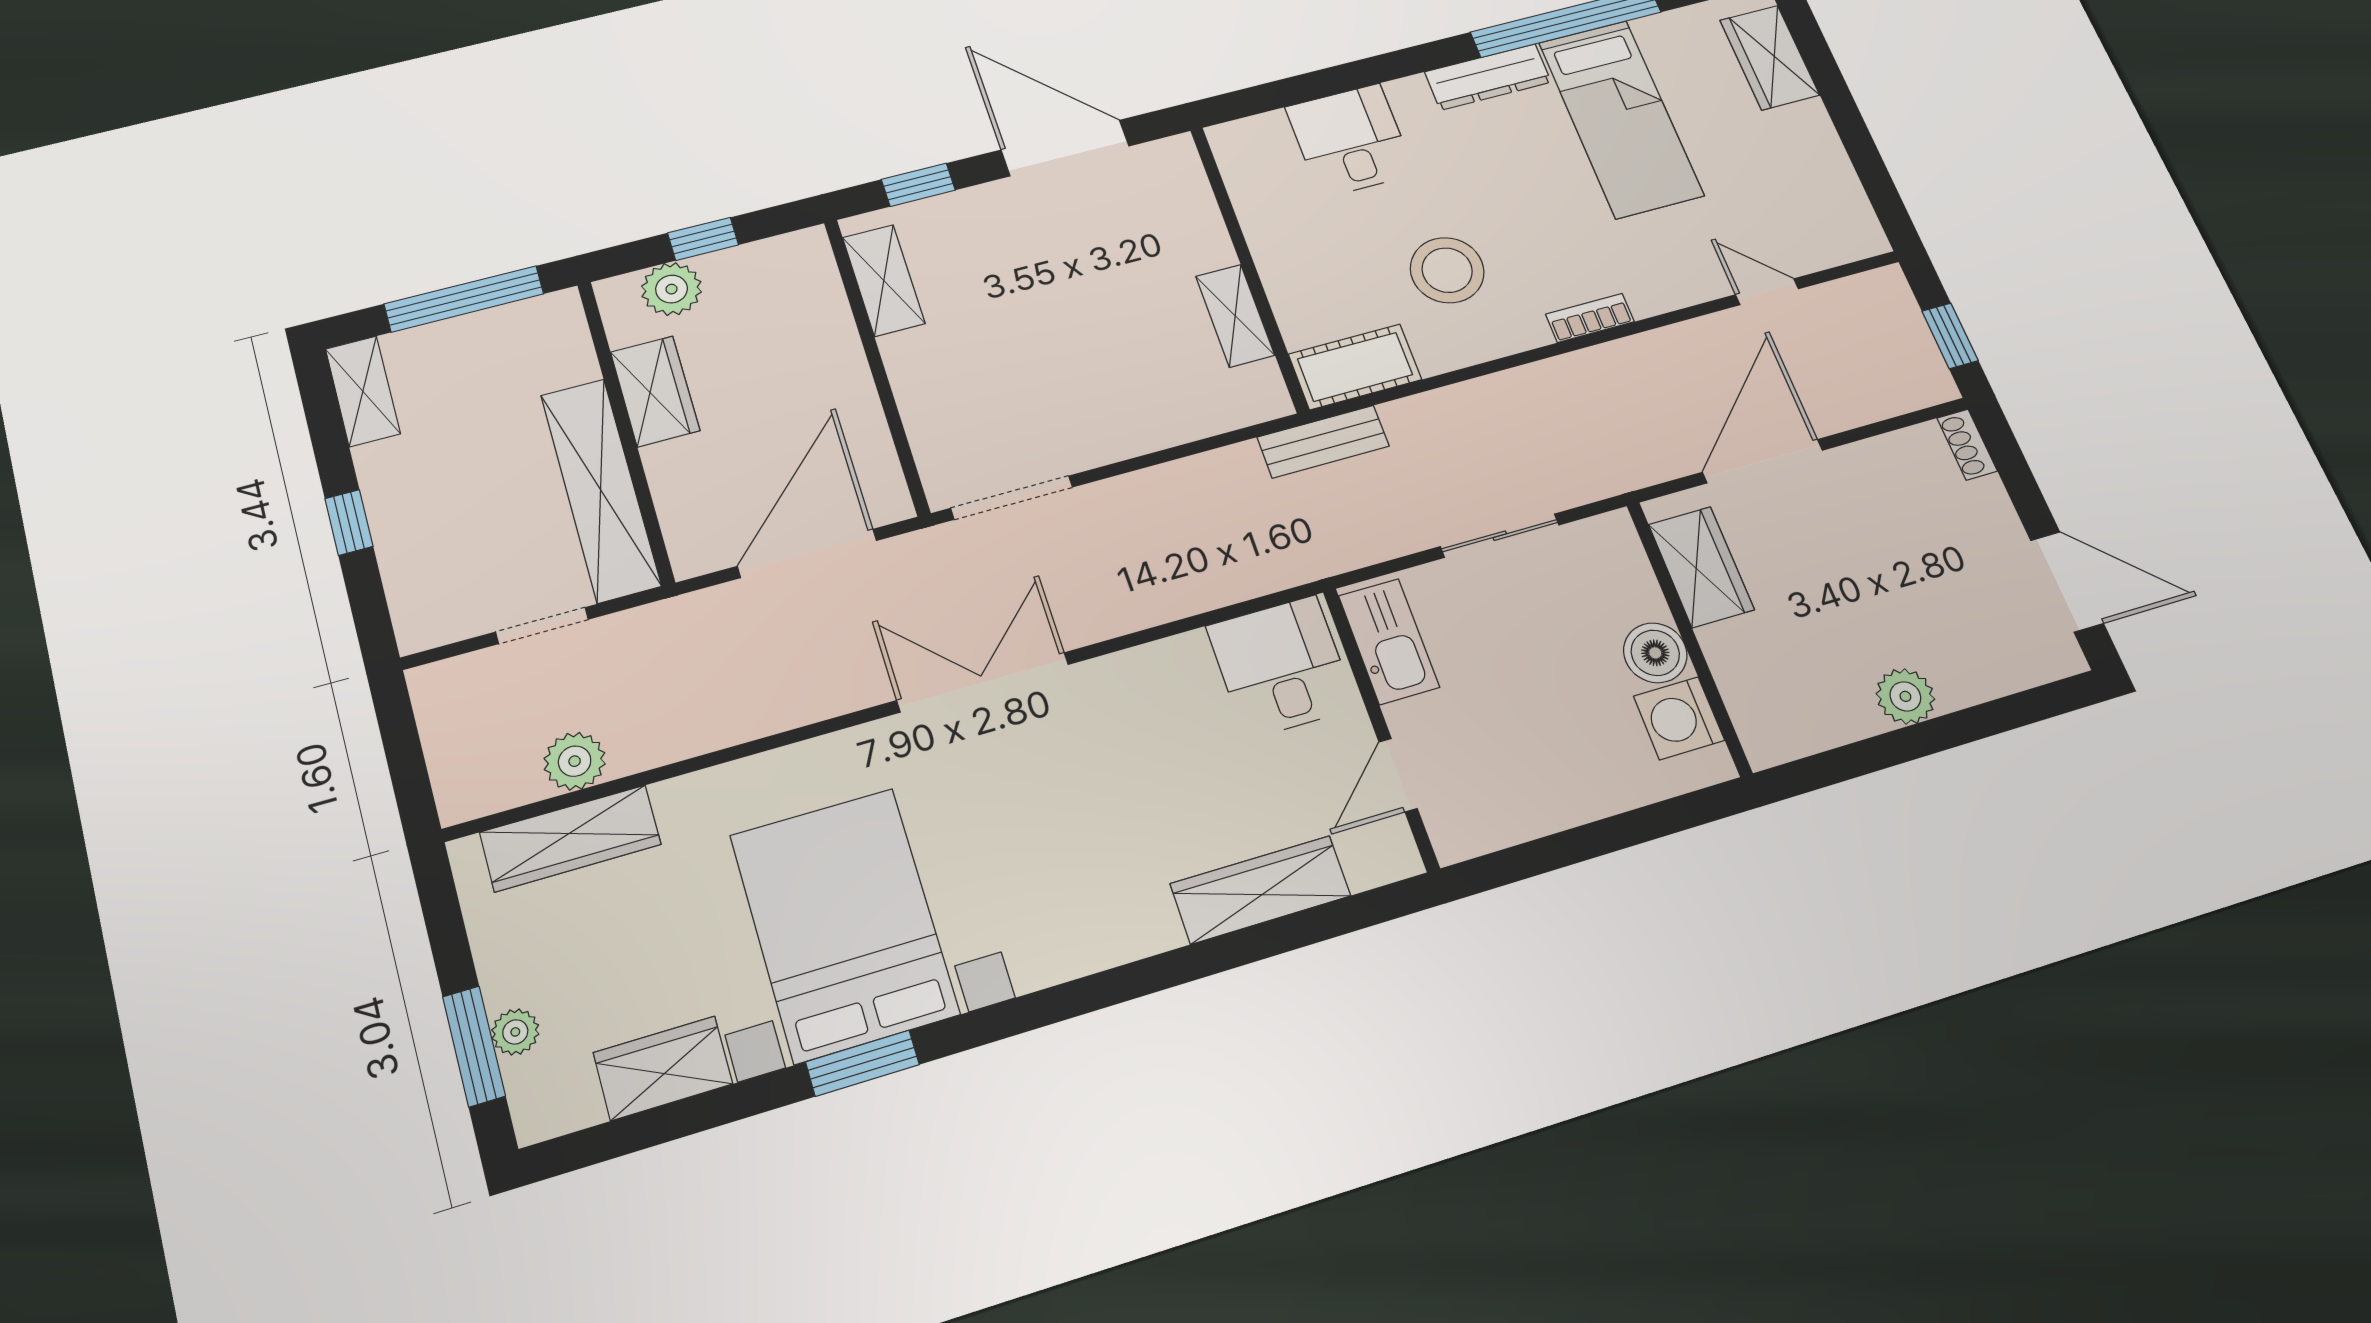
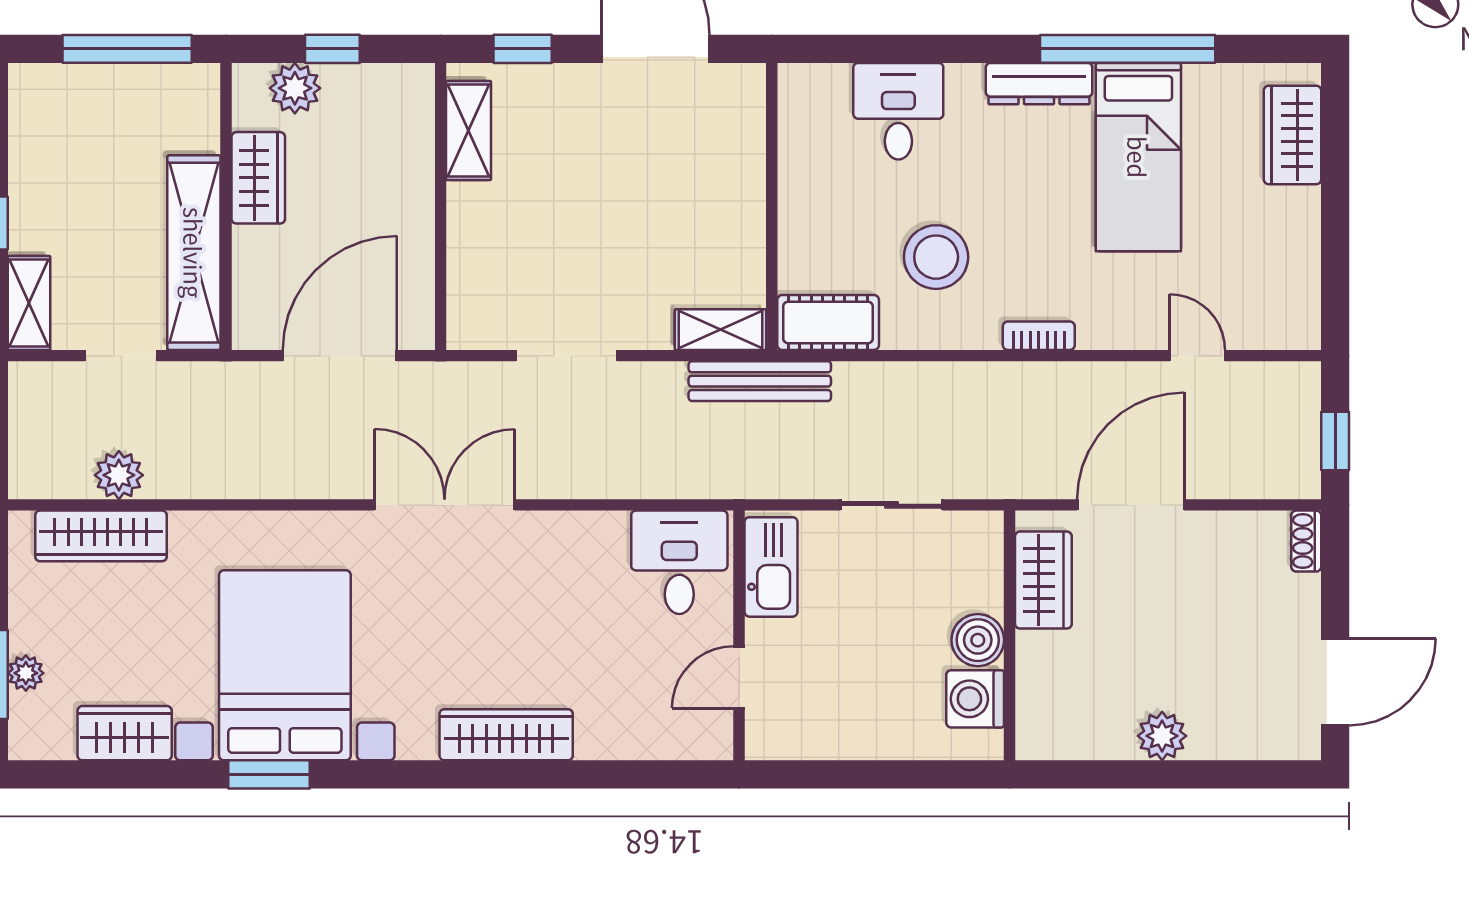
shelving: (1235, 316) -> (721, 330), moved, turned 90
shelving: (363, 391) -> (29, 303), moved
bench: (1323, 442) -> (760, 381), width x1.36
doorway: (1012, 498) -> (566, 356), moved
door: (2067, 582) -> (1335, 682), hinge flipped
wardrobe: (1260, 890) -> (506, 735), moved

